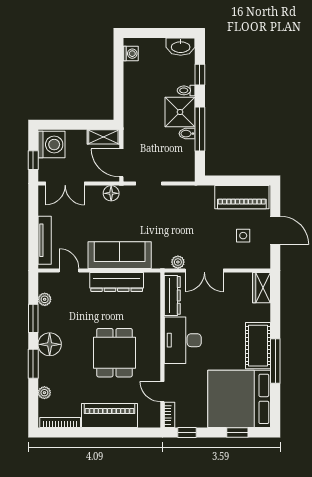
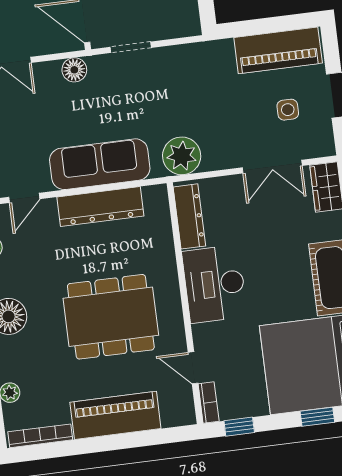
plant: (178, 262) -> (182, 156), width x1.88, depth x1.88
door: (69, 270) -> (24, 198), swing flipped
double door: (204, 270) -> (272, 167), moved
dining table: (114, 353) -> (111, 317), width x1.38

